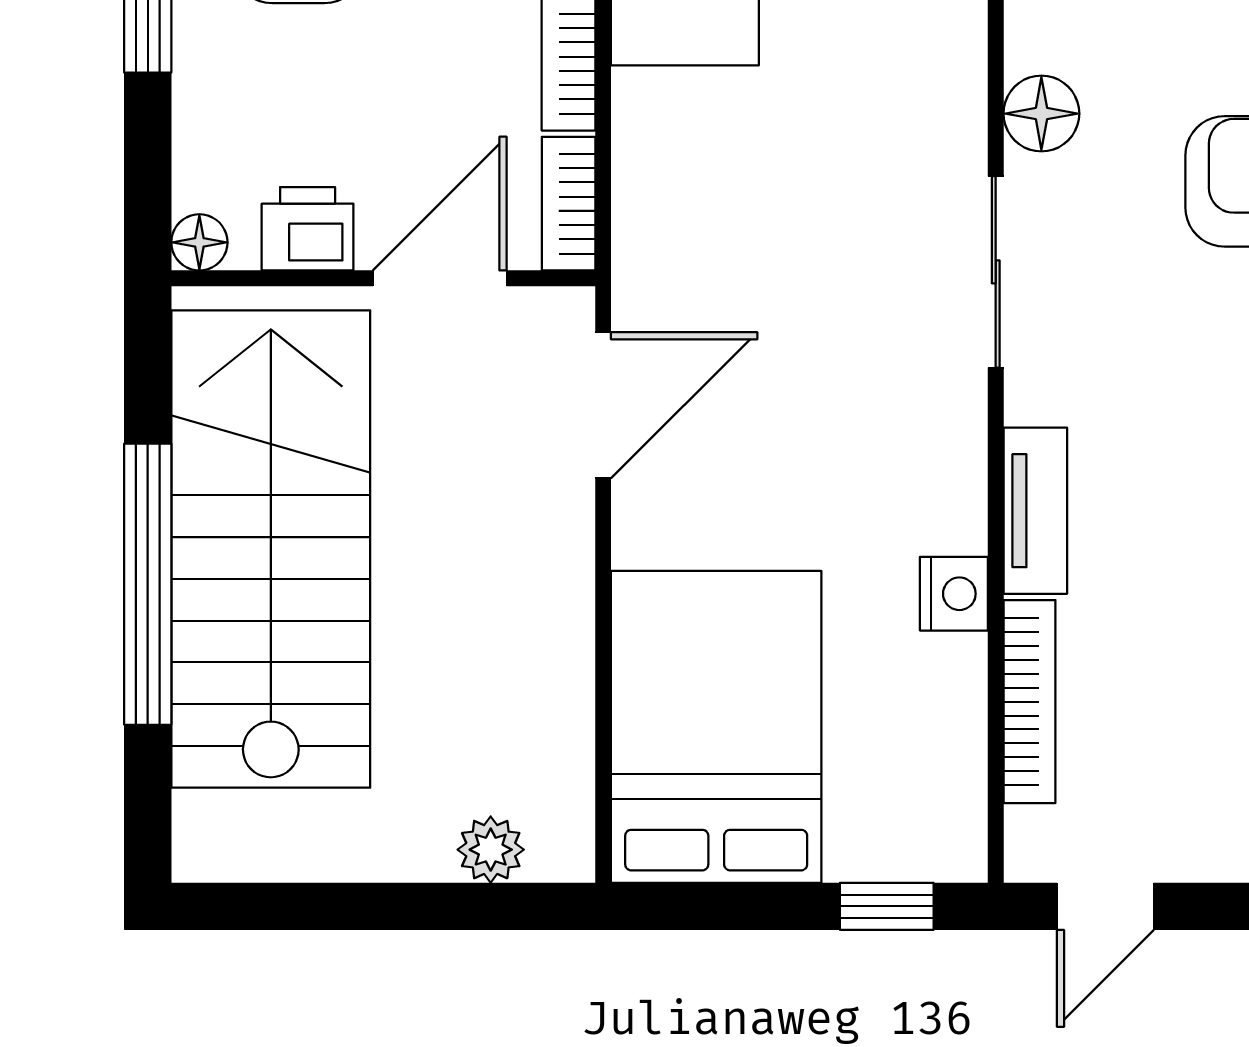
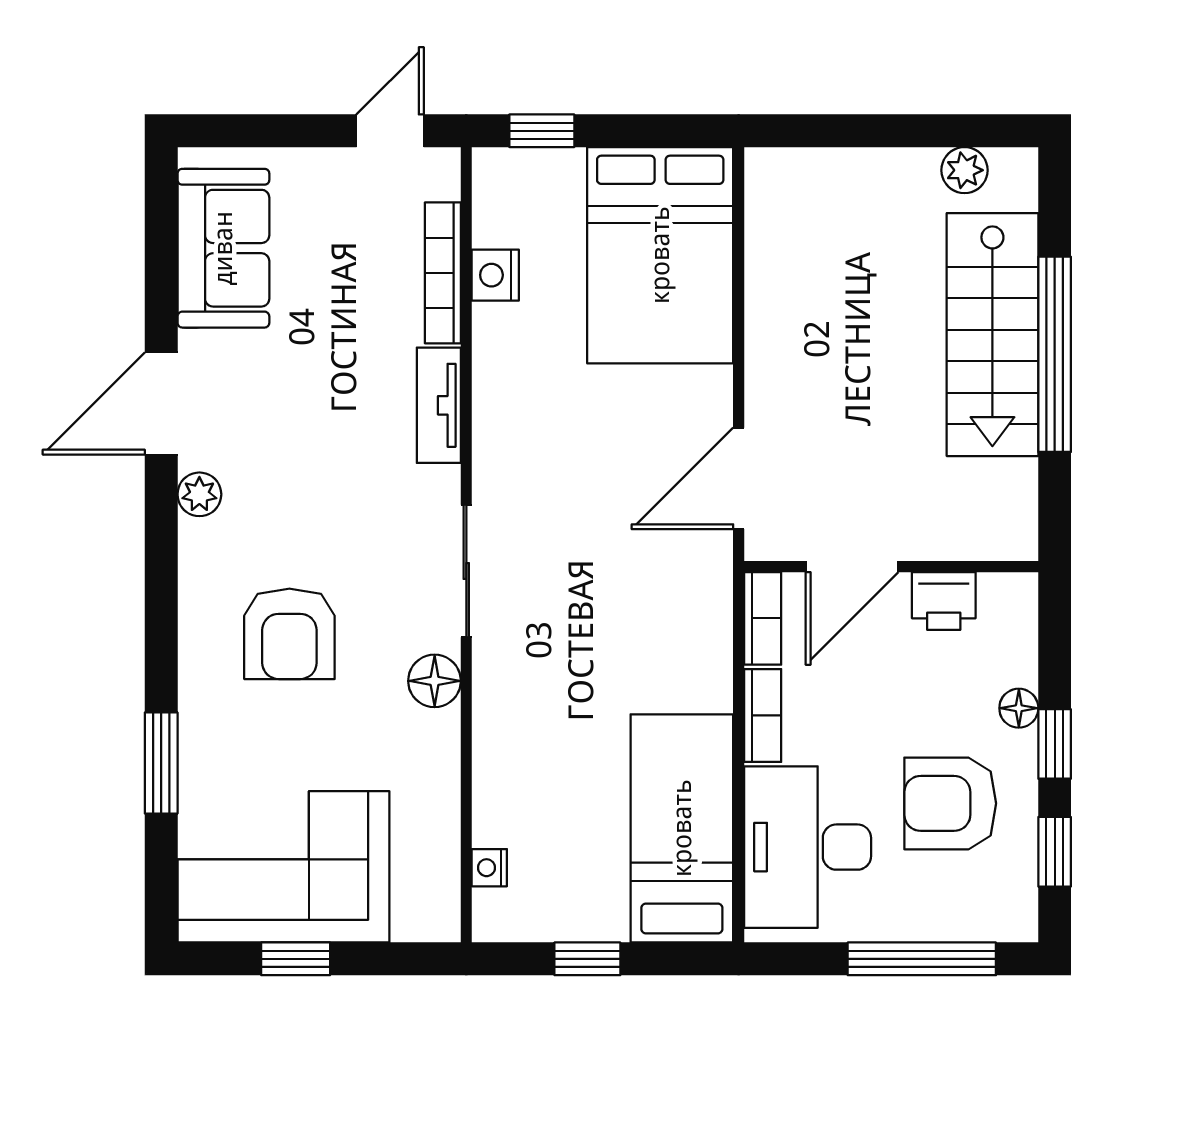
floor lamp: (199, 242) -> (1019, 708), moved
stairs: (271, 549) -> (992, 335), width x0.73, depth x0.66
nightstand: (954, 594) -> (495, 275), moved
plant: (491, 850) -> (965, 170), moved

